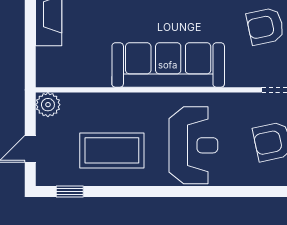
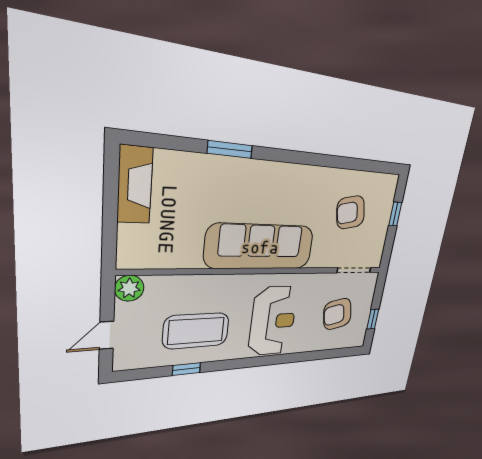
window: (70, 192) -> (186, 369), moved

